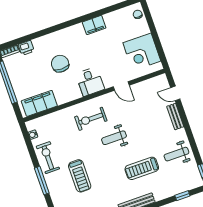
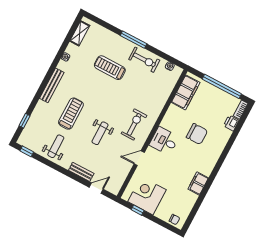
window: (159, 47) -> (138, 210), added
exercise bike: (91, 119) -> (134, 124), moved
weight bench: (114, 138) -> (100, 133), moved, turned 180

